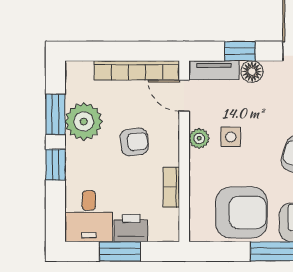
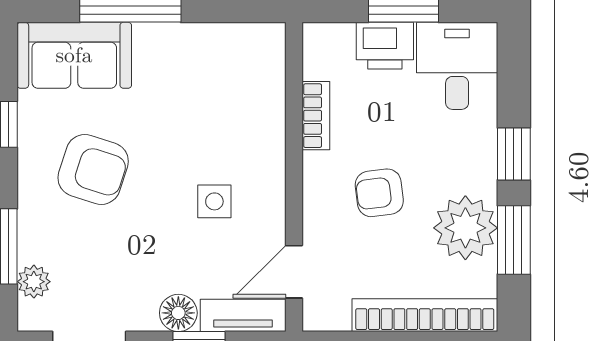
bookcase: (137, 70) -> (425, 315), moved
door: (184, 96) -> (294, 272), swing flipped
plant: (199, 138) -> (268, 199), removed
armchair: (241, 212) -> (196, 72), removed

